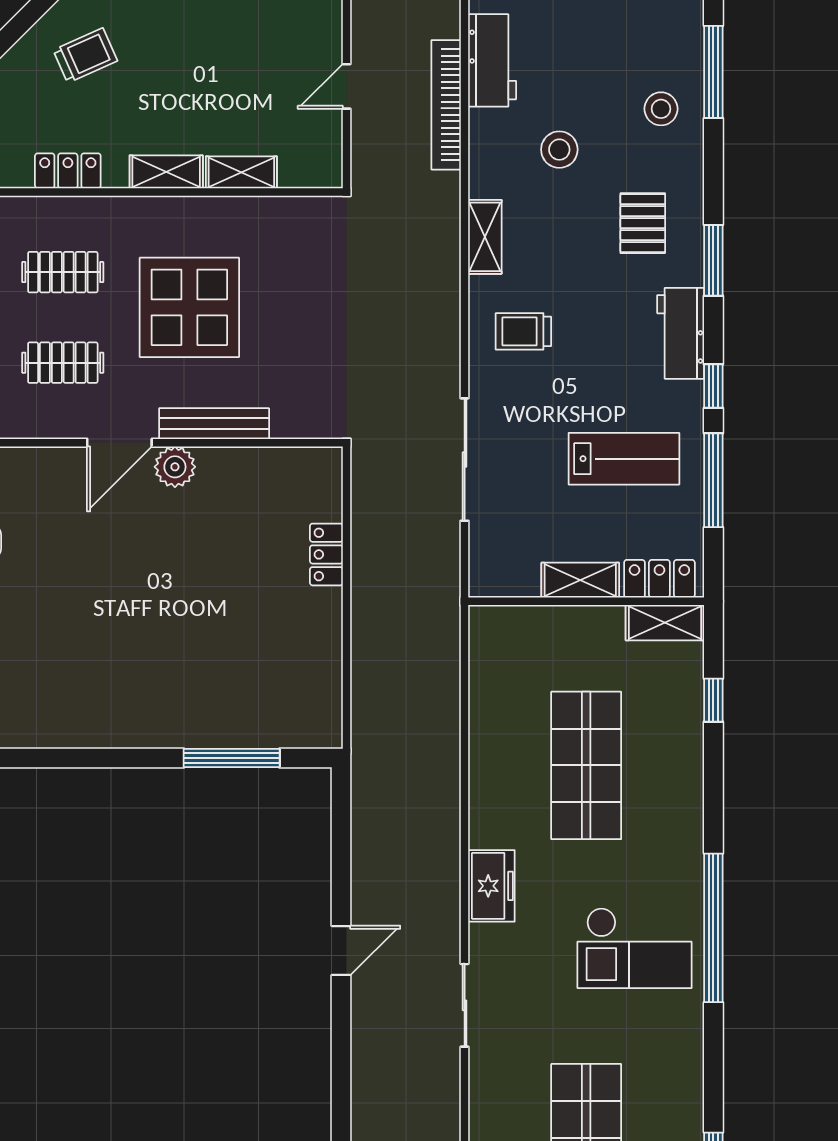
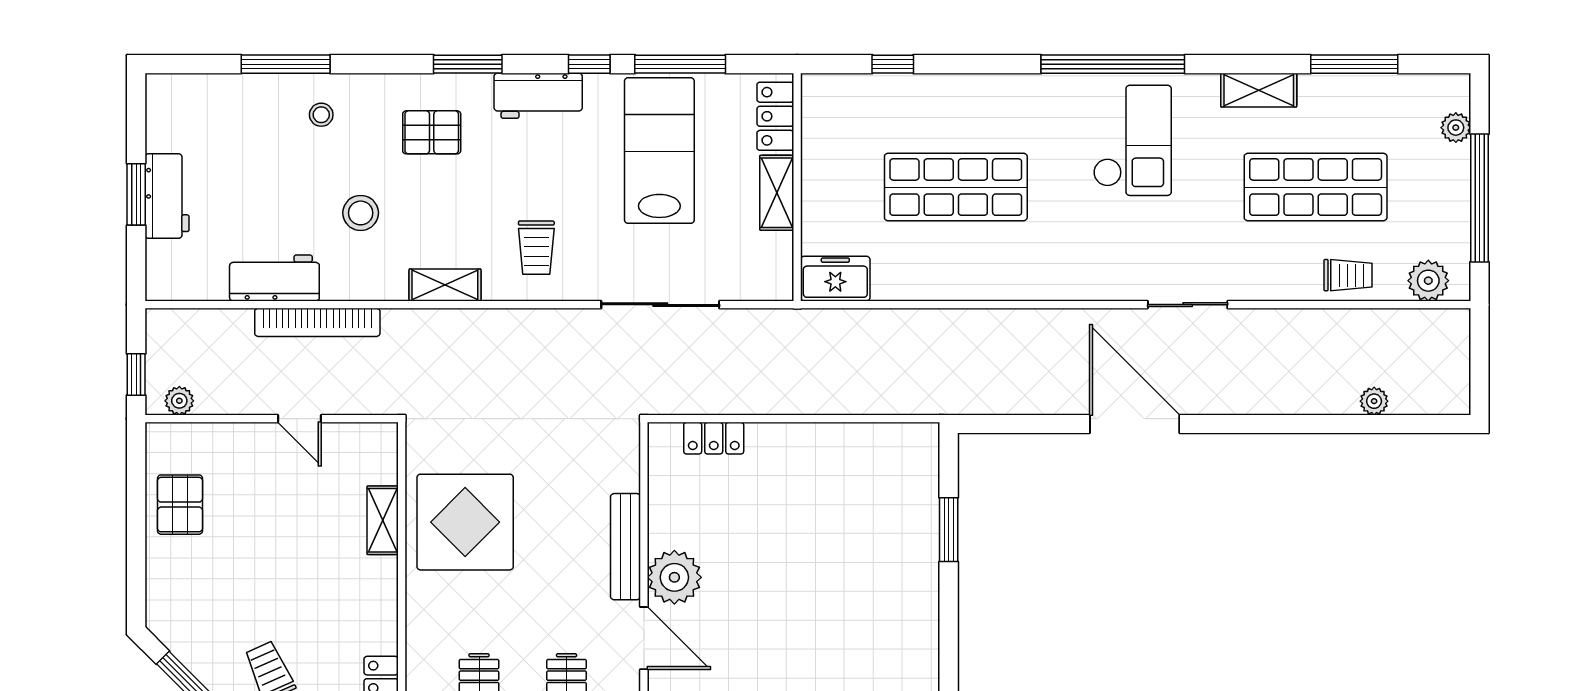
stool: (661, 109) -> (321, 115), width x0.73, depth x0.73
shelving: (166, 172) -> (382, 593), removed
display table: (189, 307) -> (465, 522), moved
lab bench: (624, 459) -> (659, 151), width x1.36, depth x1.39
plant: (175, 467) -> (674, 577), width x1.36, depth x1.36
locker: (326, 554) -> (714, 438), moved
shelving: (665, 623) -> (1259, 90), moved, turned 90
window: (232, 758) -> (949, 530), width x0.69
freezer: (491, 886) -> (835, 279), moved
door: (341, 951) -> (1135, 424), width x1.88

